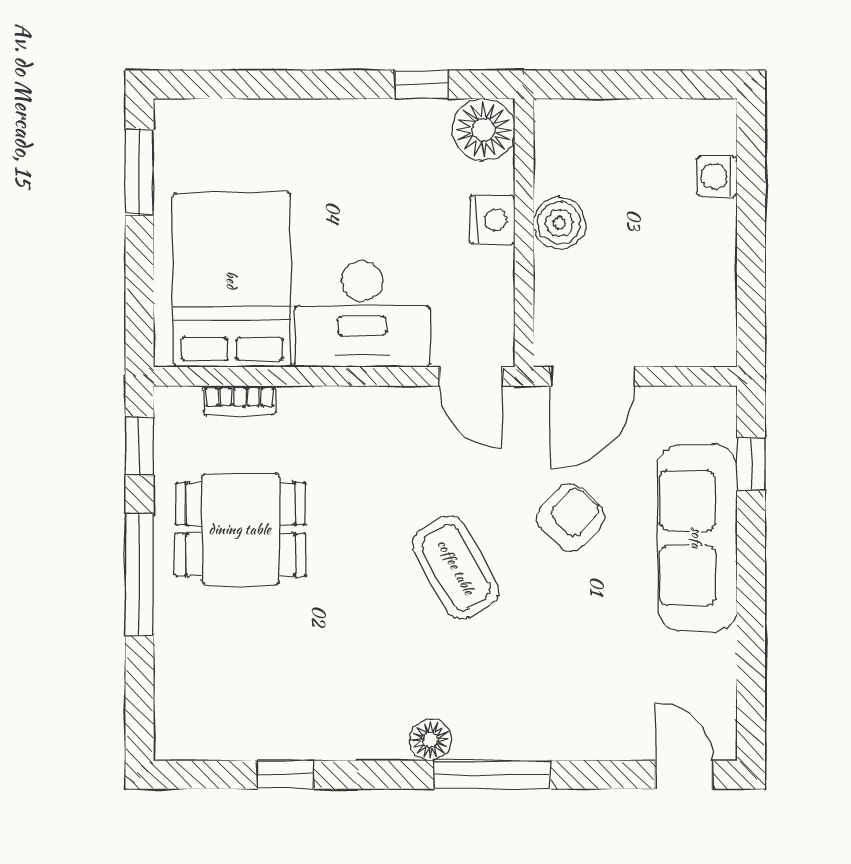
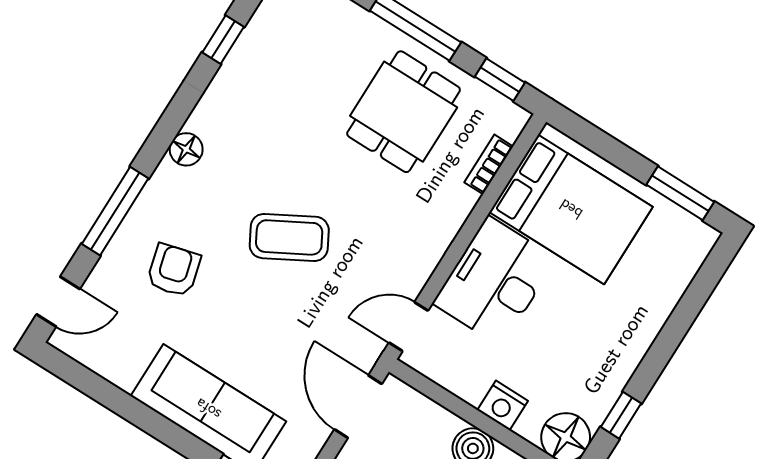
armchair: (570, 517) -> (174, 270), moved, turned -148
window: (492, 775) -> (115, 211), moved

